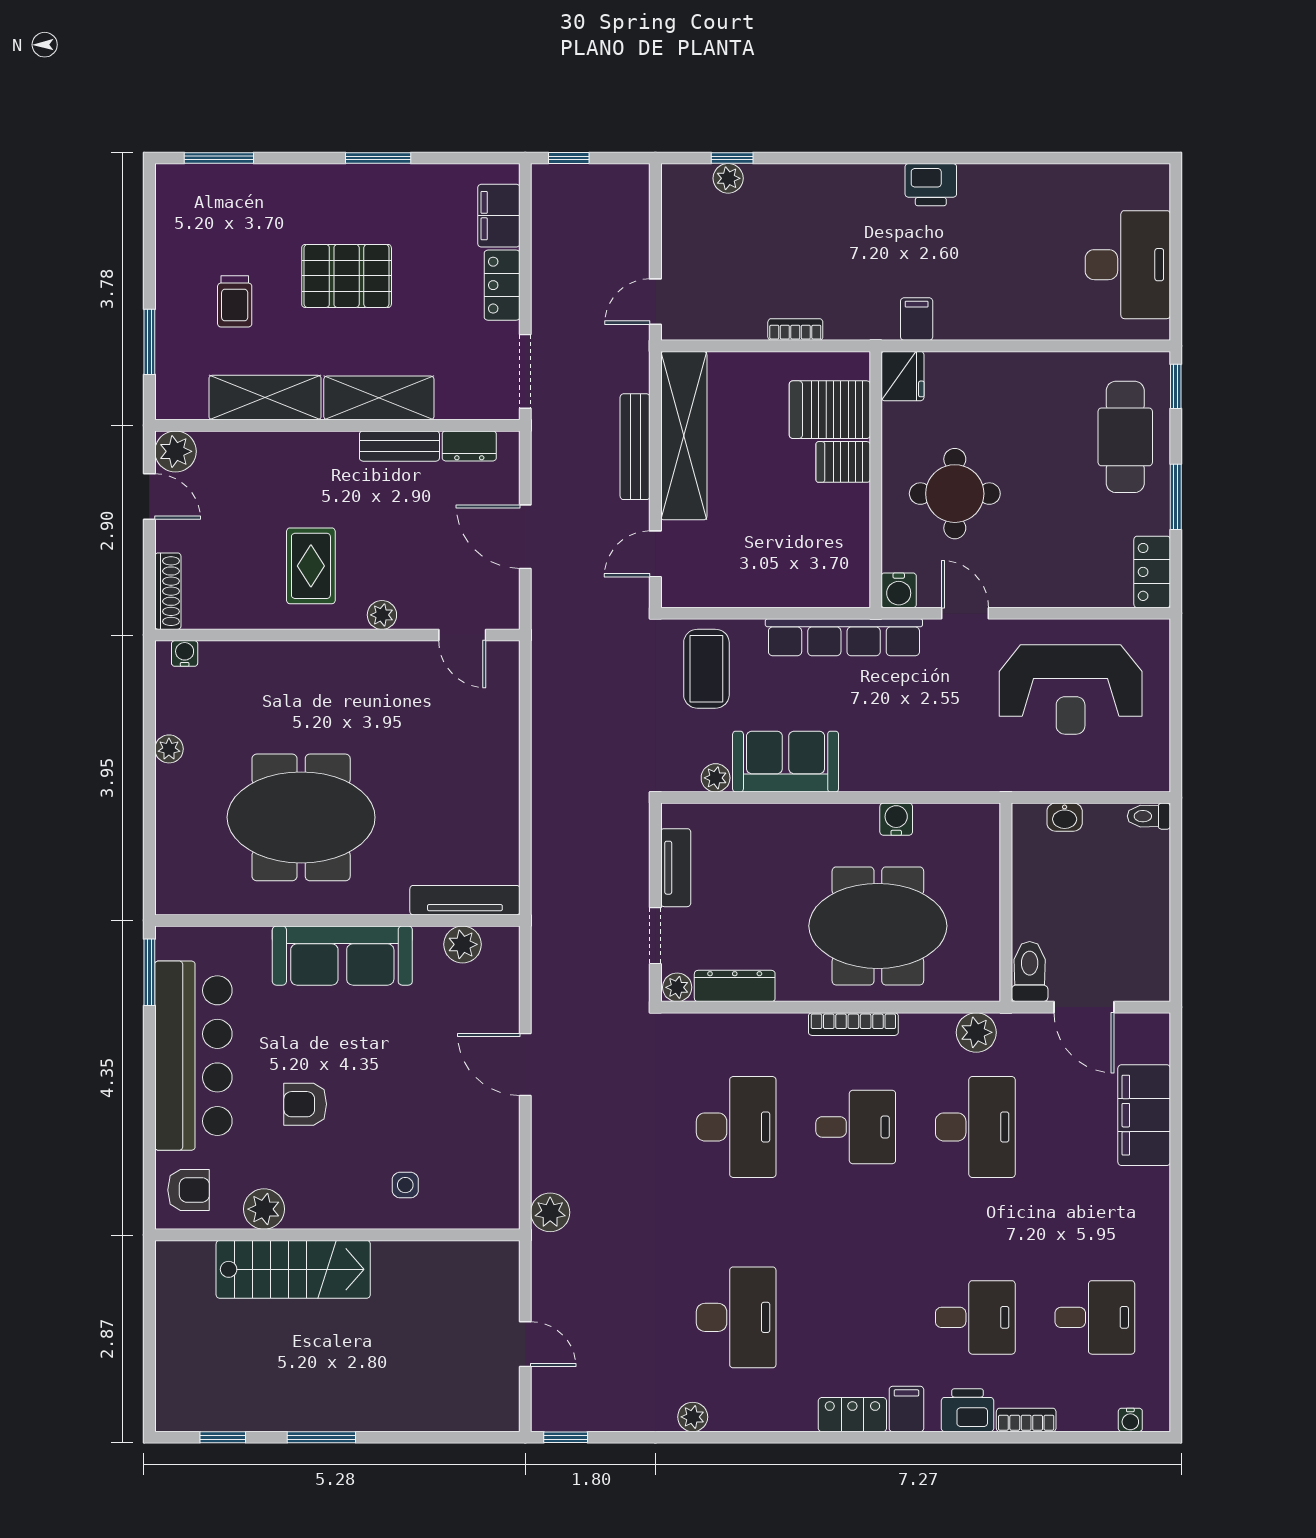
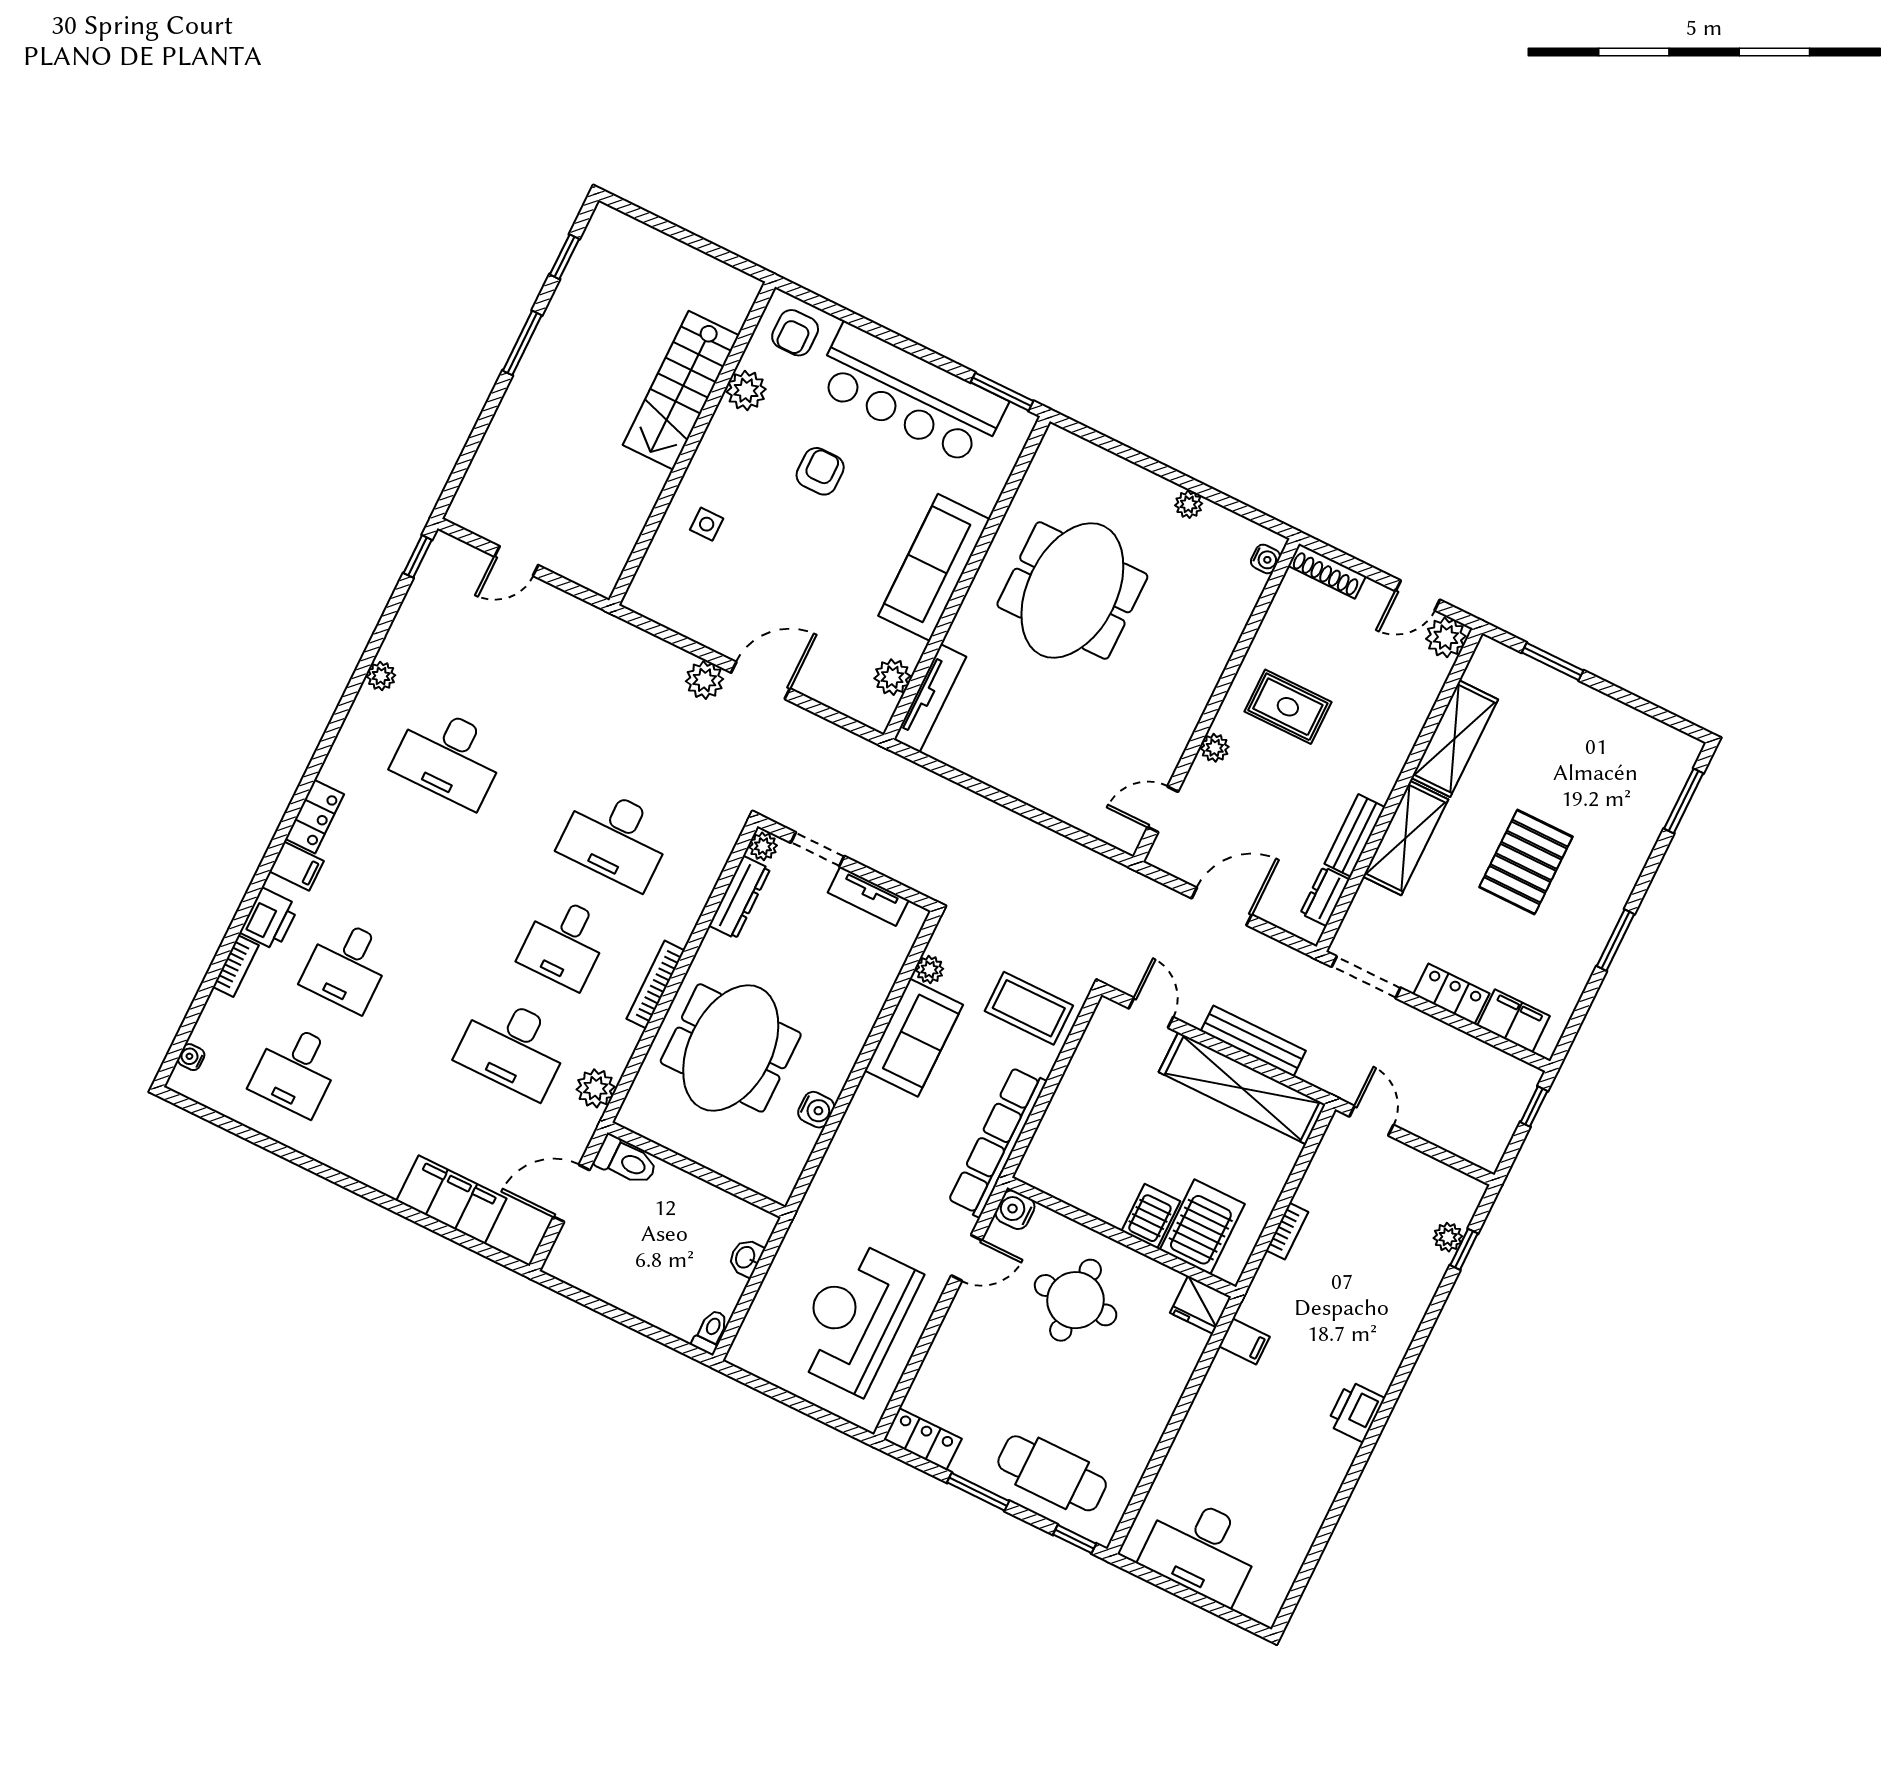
trolley: (235, 301) -> (1552, 753), removed
plant: (550, 1212) -> (705, 680), moved

